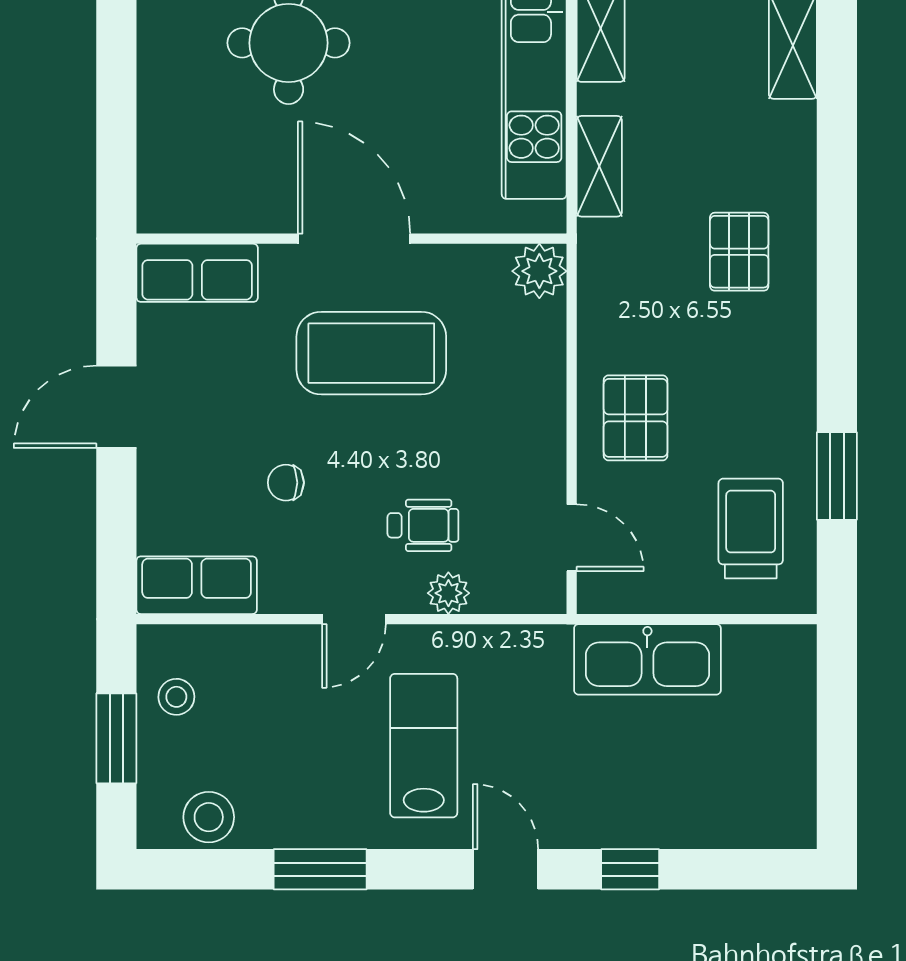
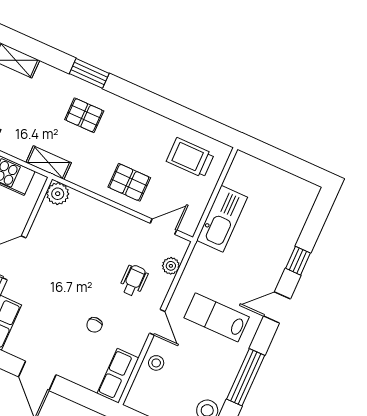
shelving: (599, 166) -> (49, 163), moved
coffee table: (371, 353) -> (60, 271), removed
window: (837, 476) -> (89, 73), moved
plant: (448, 593) -> (171, 266), moved
stool: (176, 697) -> (156, 363), moved
window: (320, 869) -> (246, 377), width x1.44

